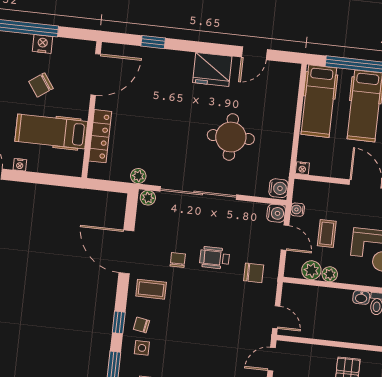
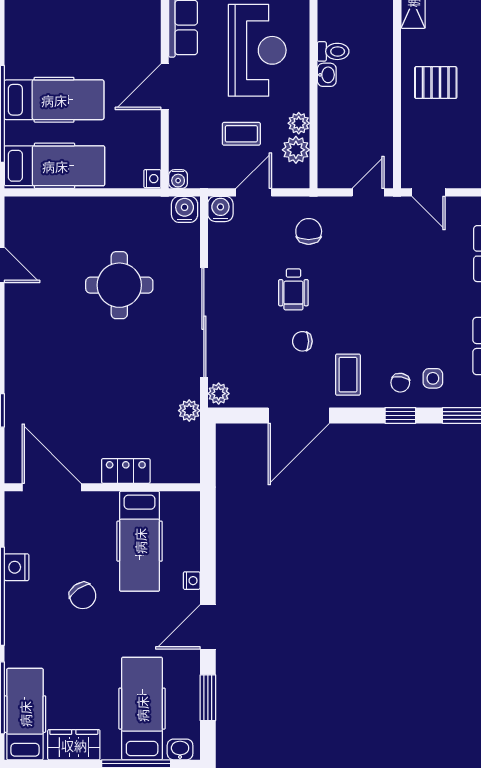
fridge: (212, 69) -> (26, 322), removed
chair: (41, 85) -> (83, 596), moved
locker: (100, 136) -> (126, 471), width x0.66
water cooler: (297, 210) -> (178, 179), moved

